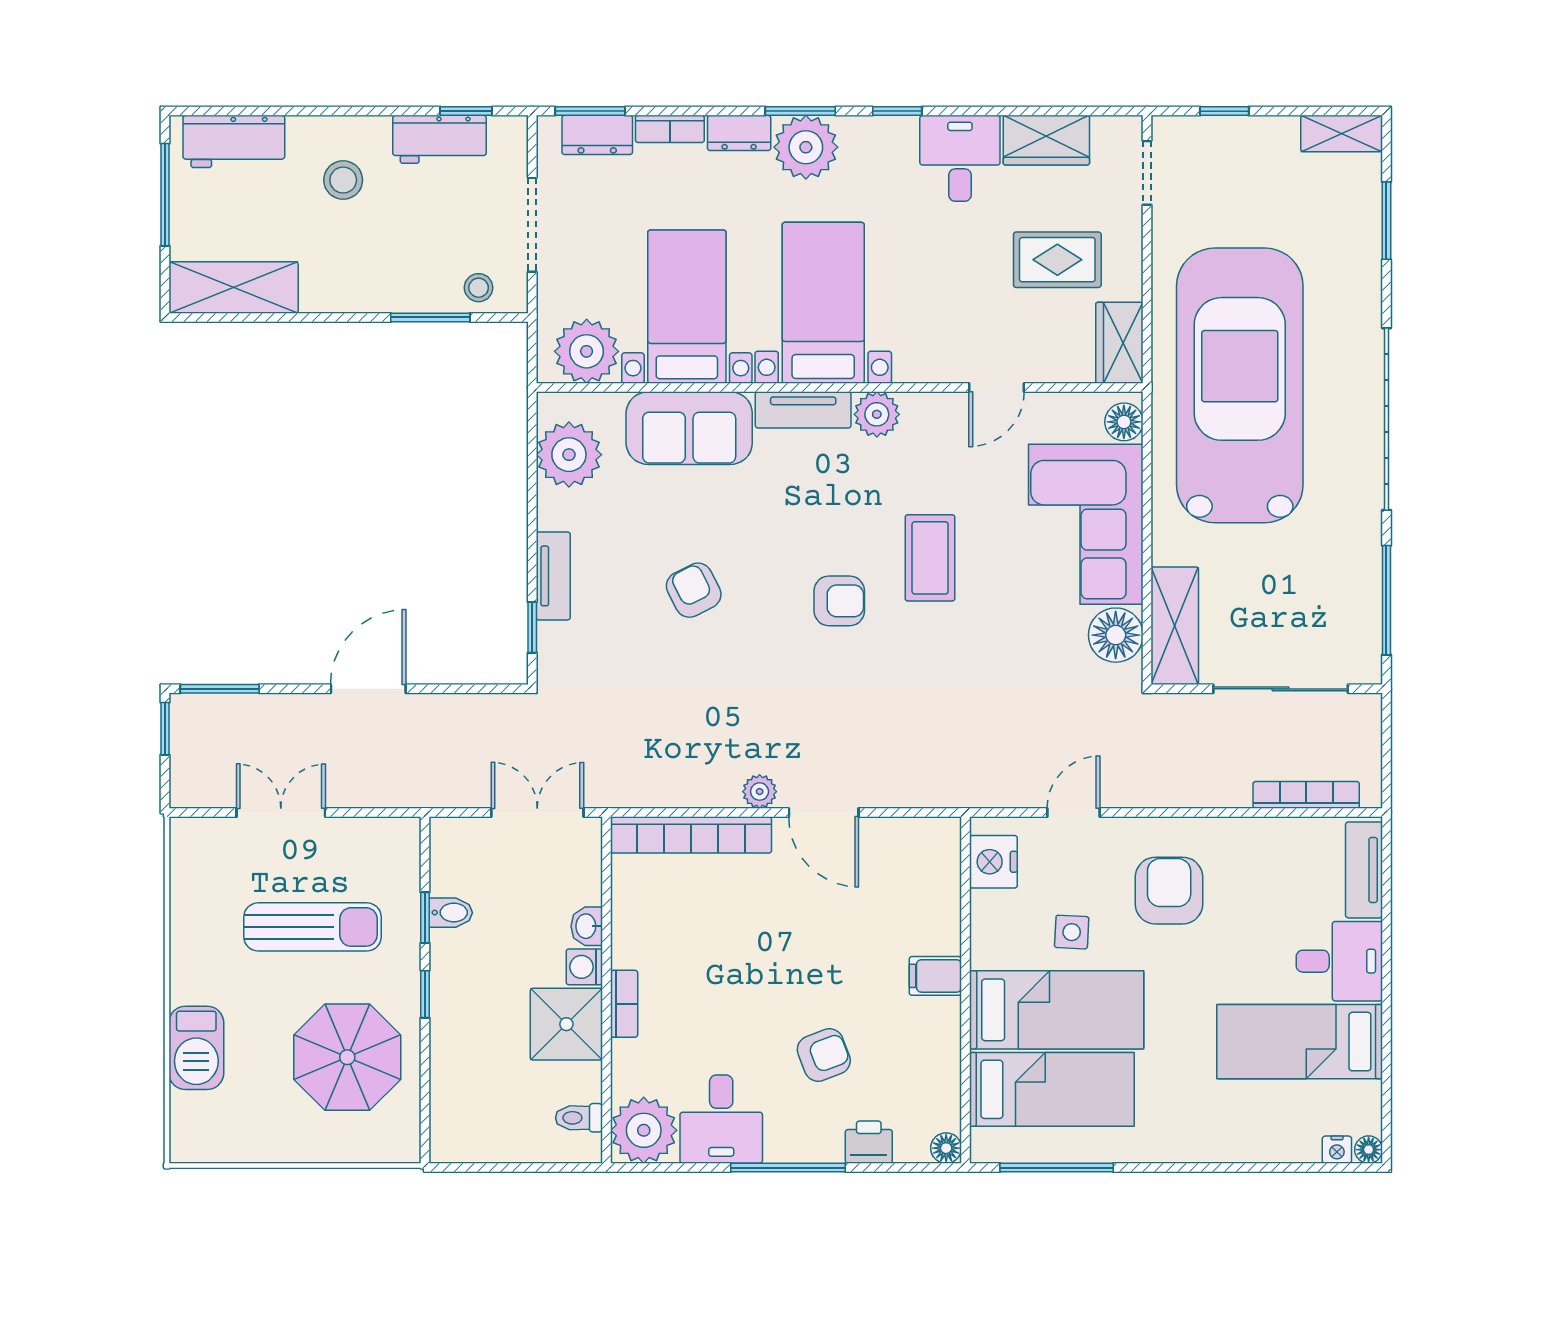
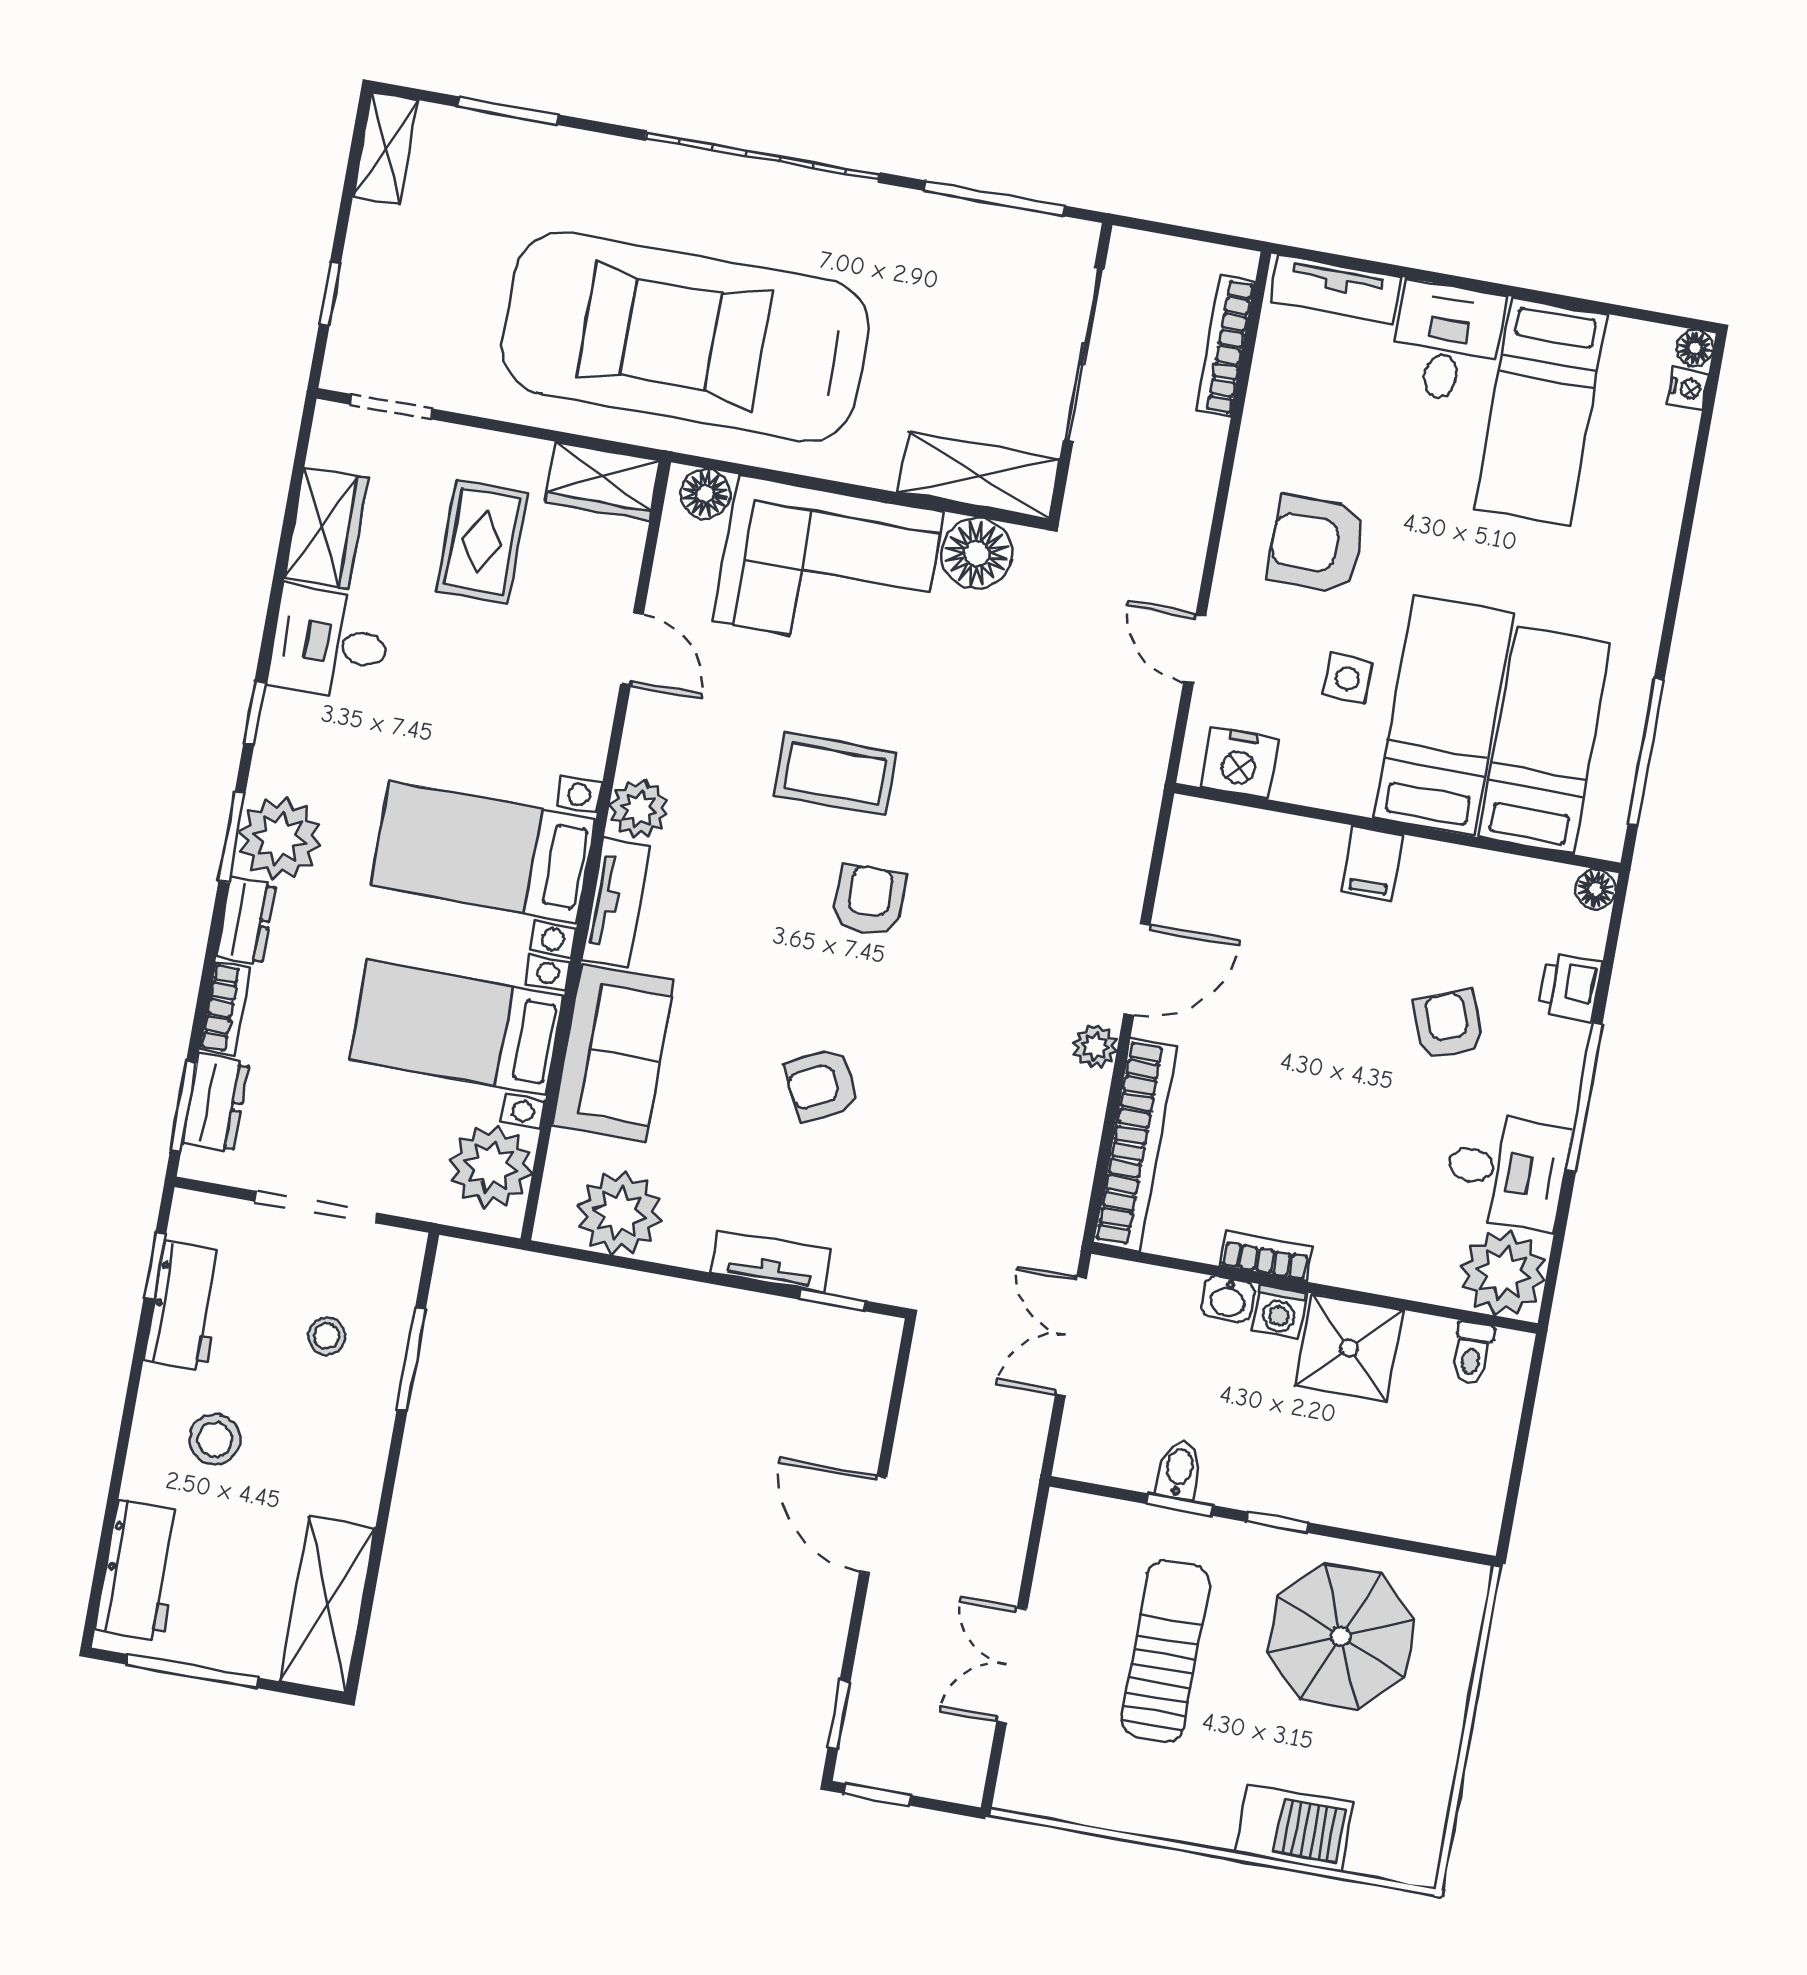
stool: (479, 288) -> (327, 1336), moved
window: (220, 689) -> (839, 1715), width x0.67
bookcase: (624, 1004) -> (1266, 1256), moved

